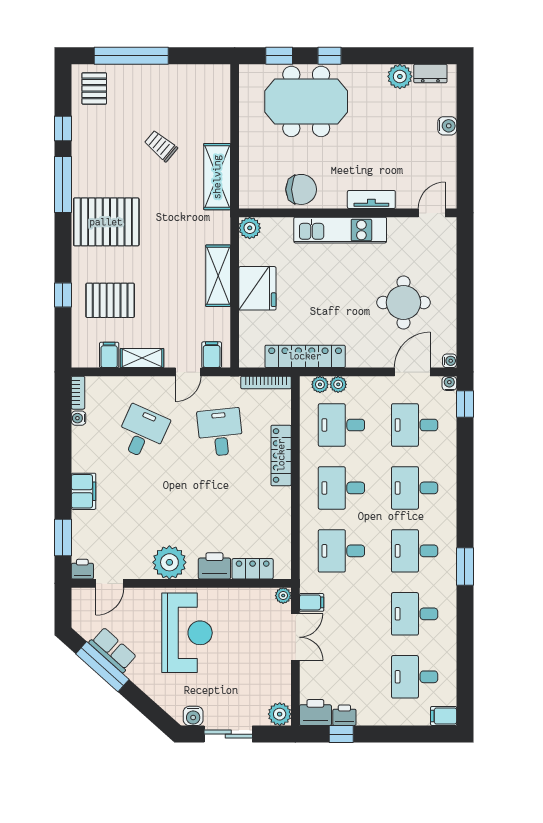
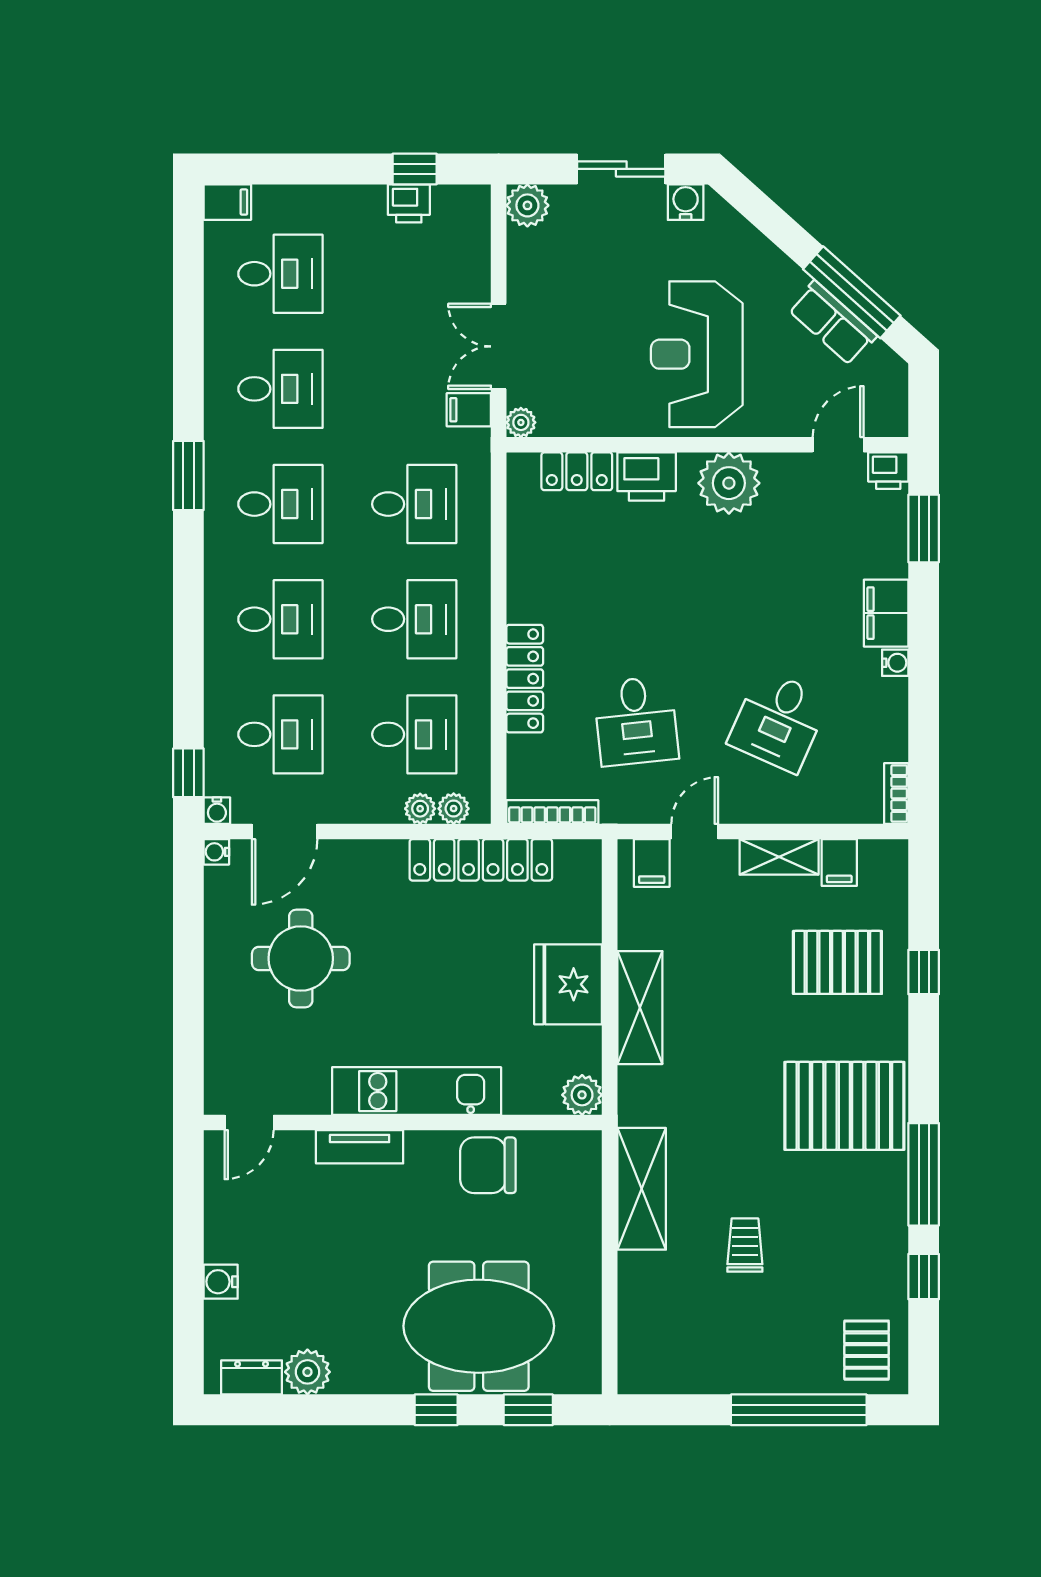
trolley: (161, 146) -> (745, 1245), turned -130
water cooler: (79, 418) -> (895, 663), moved
printer: (315, 713) -> (462, 208), removed

